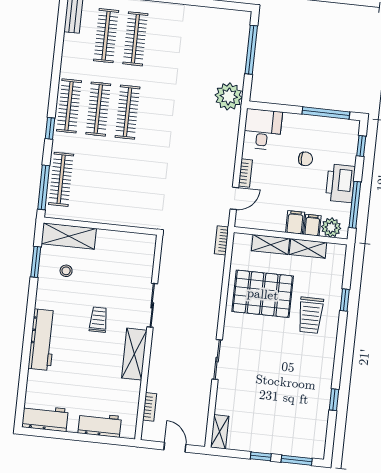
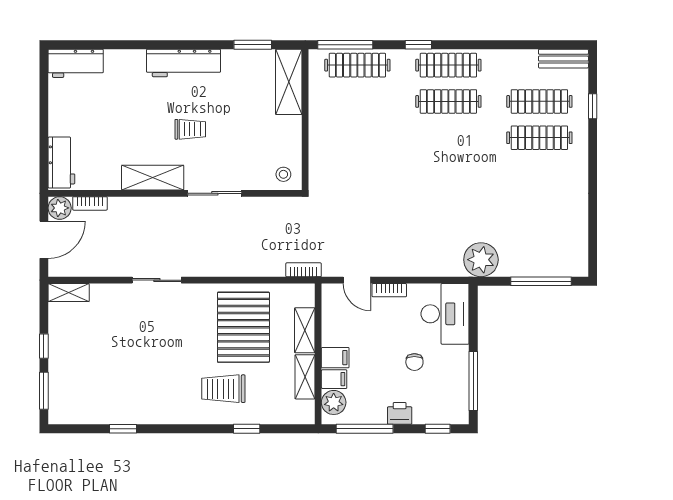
clothes rail: (128, 112) -> (448, 138), removed
desk: (263, 129) -> (445, 314), width x1.37
printer: (340, 183) -> (400, 413), width x0.53, depth x0.68
stool: (66, 271) -> (283, 174), moved
workbench: (42, 340) -> (183, 63), moved
workbench: (45, 418) -> (76, 63), moved, turned 90
workbench: (100, 425) -> (61, 163), moved
plant: (151, 432) -> (60, 208), added
door: (175, 447) -> (44, 240), width x1.38

